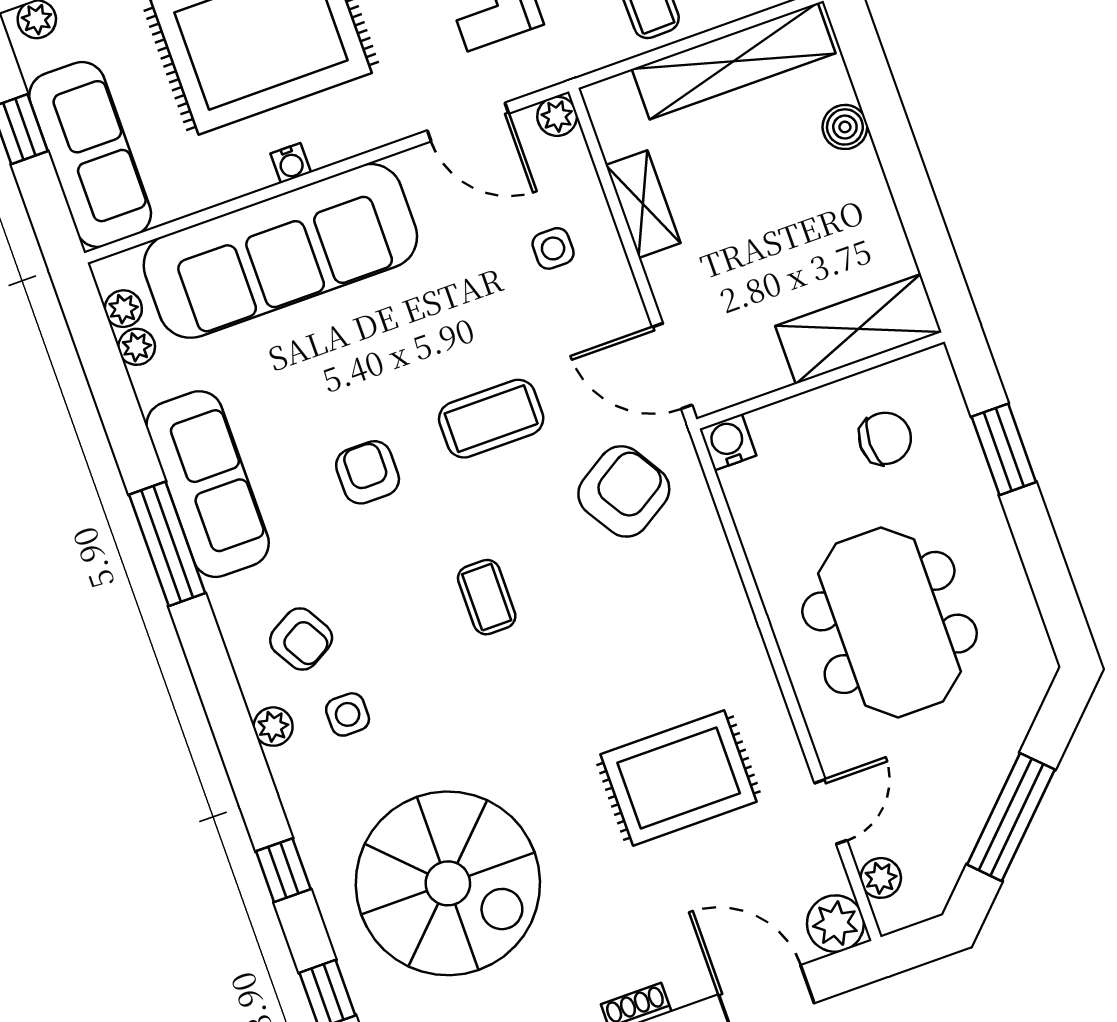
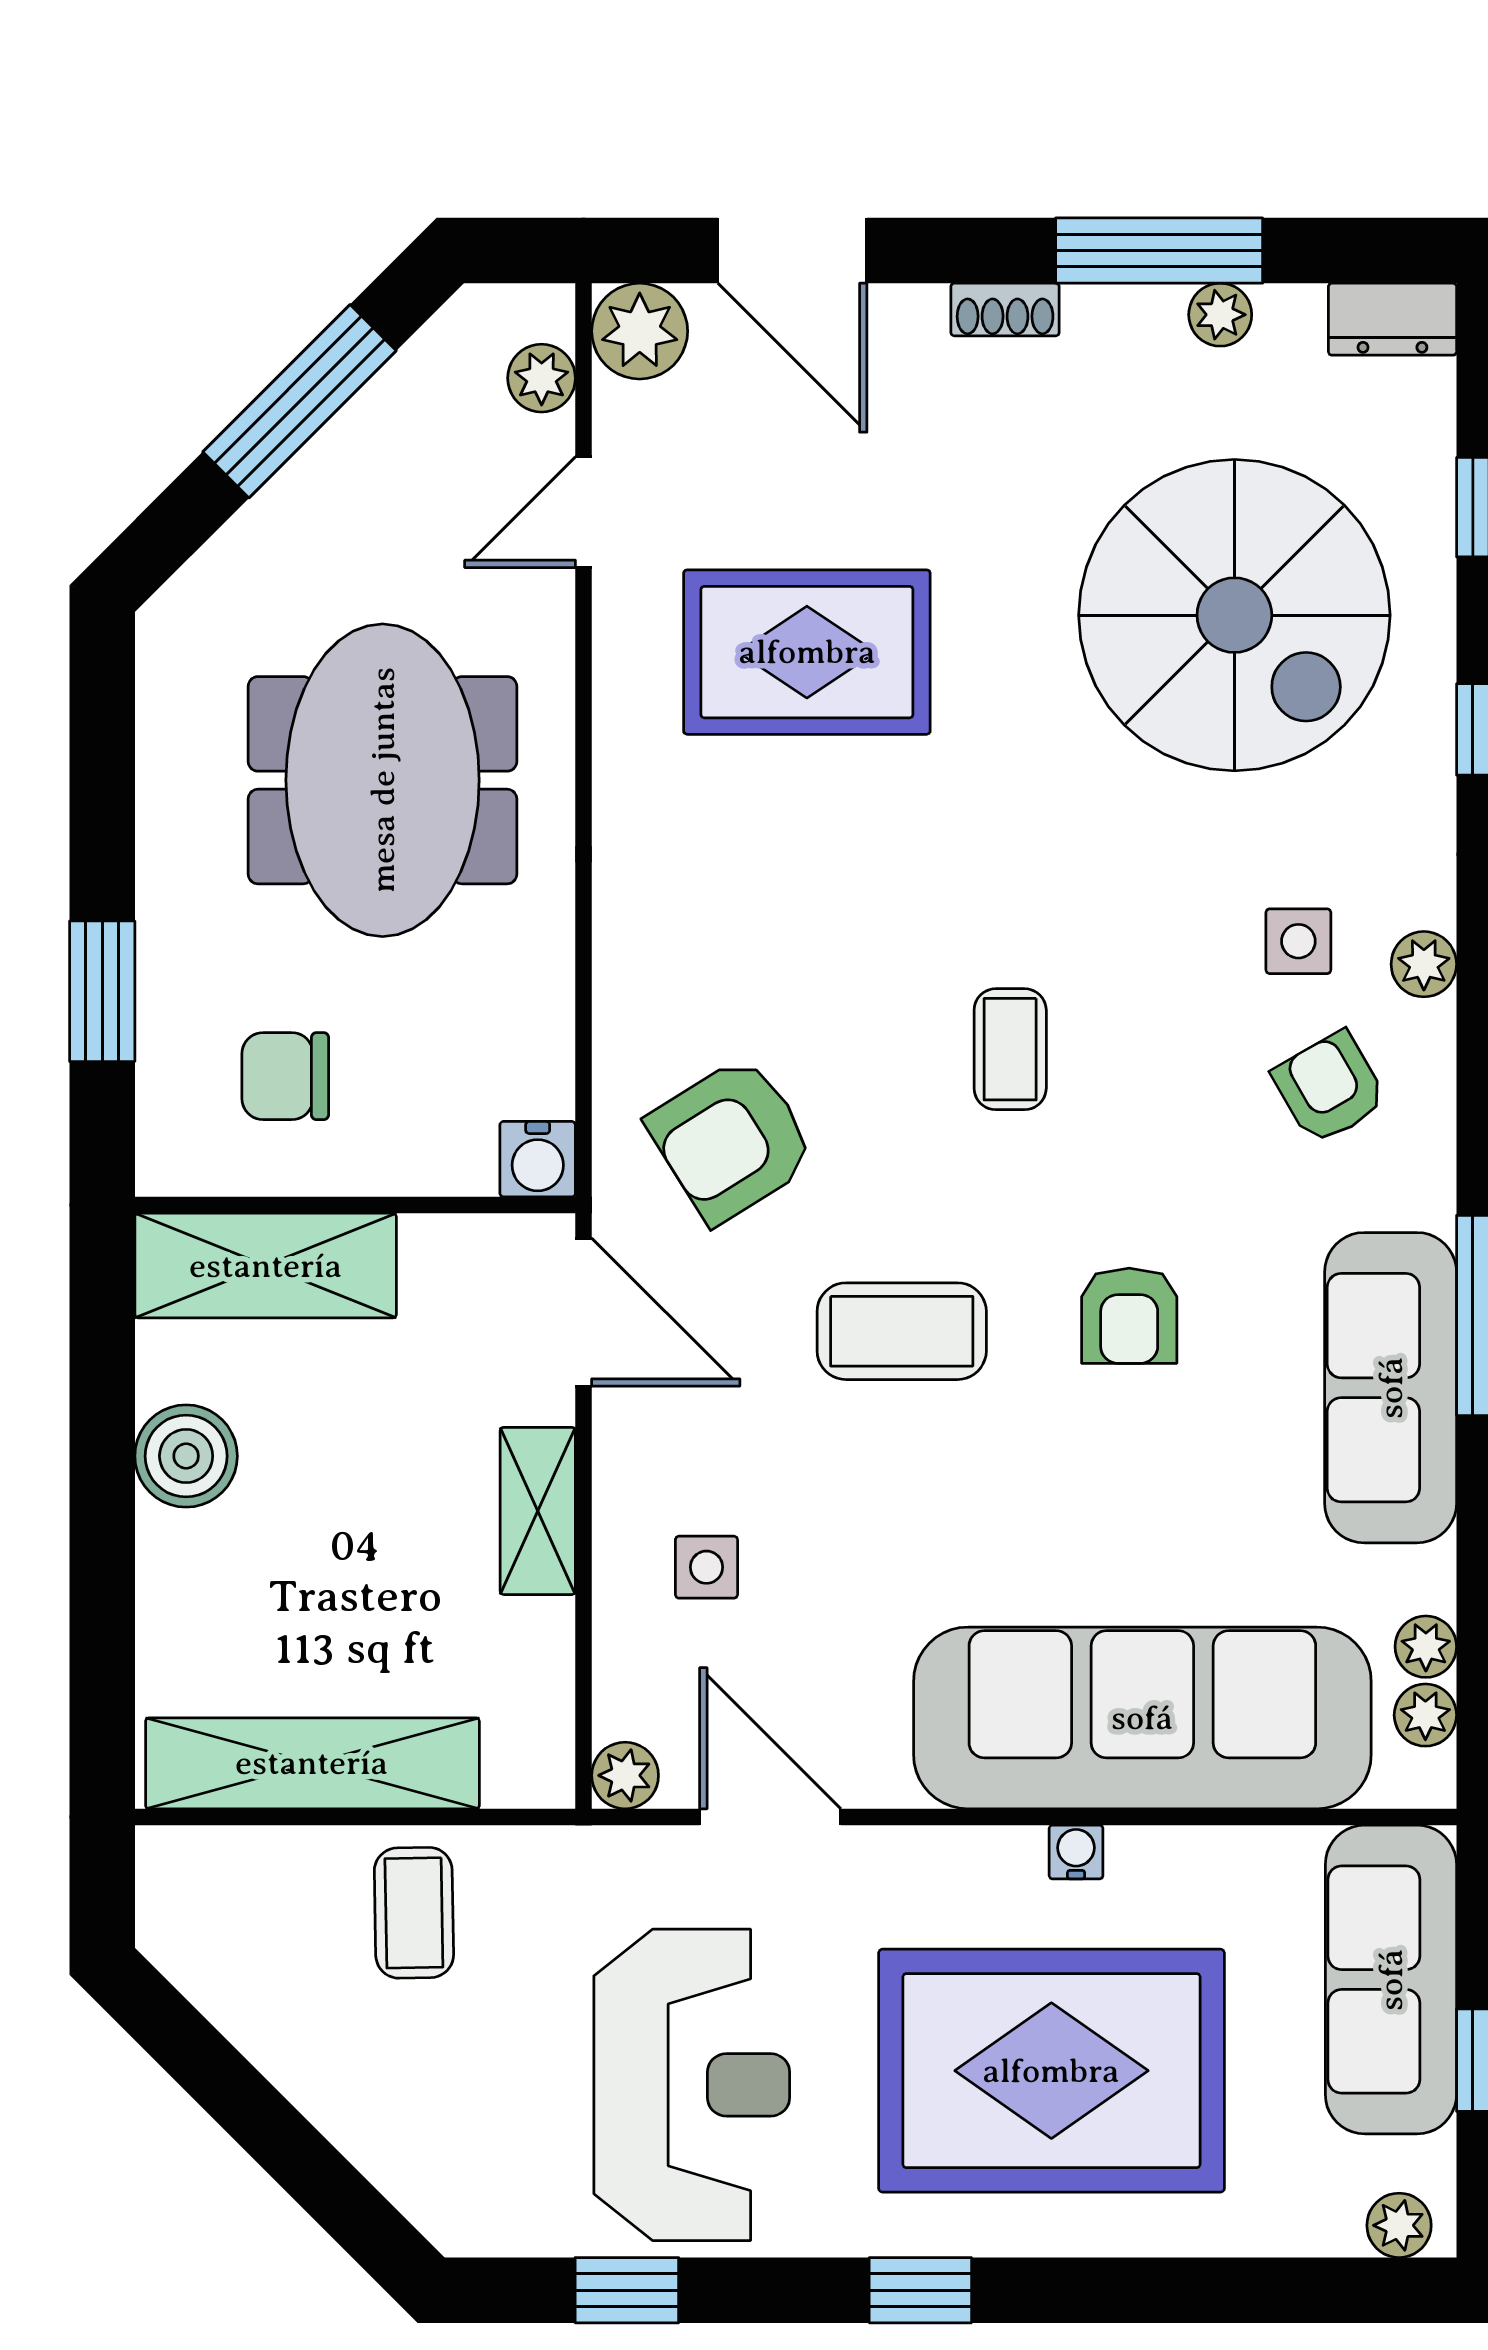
boiler: (845, 127) -> (186, 1456), moved, width x1.36, depth x1.36
shelving: (643, 204) -> (538, 1511), moved
spiral stairs: (448, 883) -> (1234, 615), turned 180

